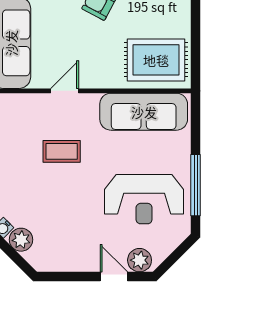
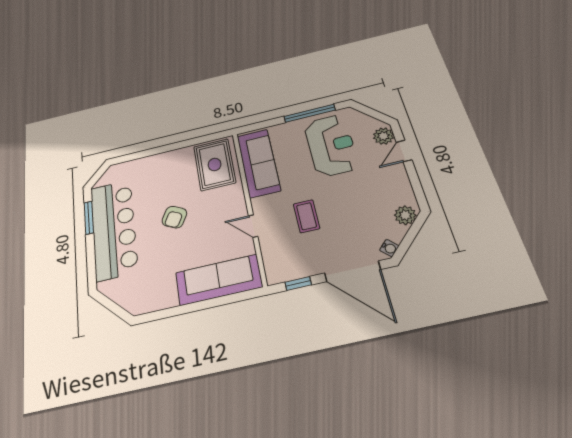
plant: (21, 240) -> (405, 215), moved

